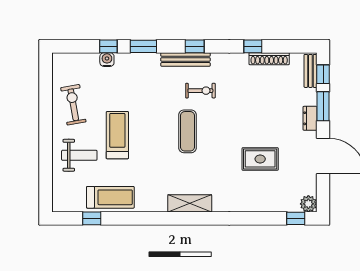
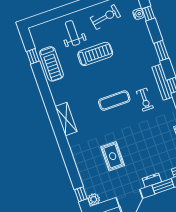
window: (108, 46) -> (148, 13), moved
water cooler: (107, 60) -> (138, 14), moved
weight bench: (79, 155) -> (73, 33), turned 180

